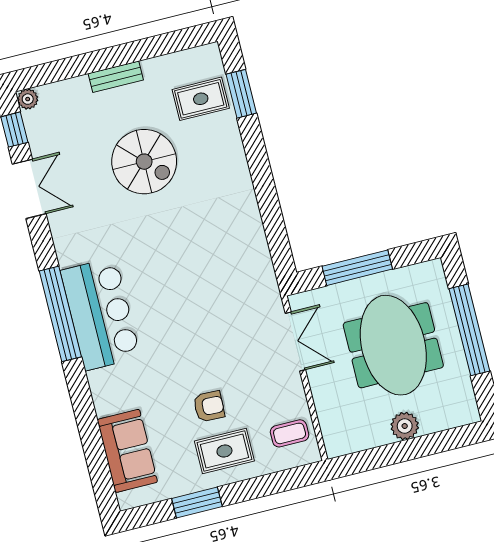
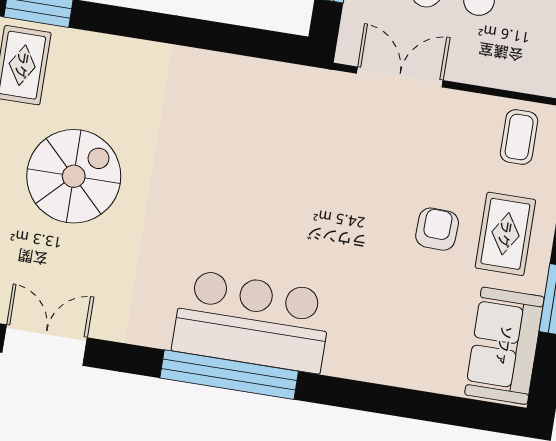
sofa: (127, 451) -> (504, 346), moved, turned -90

